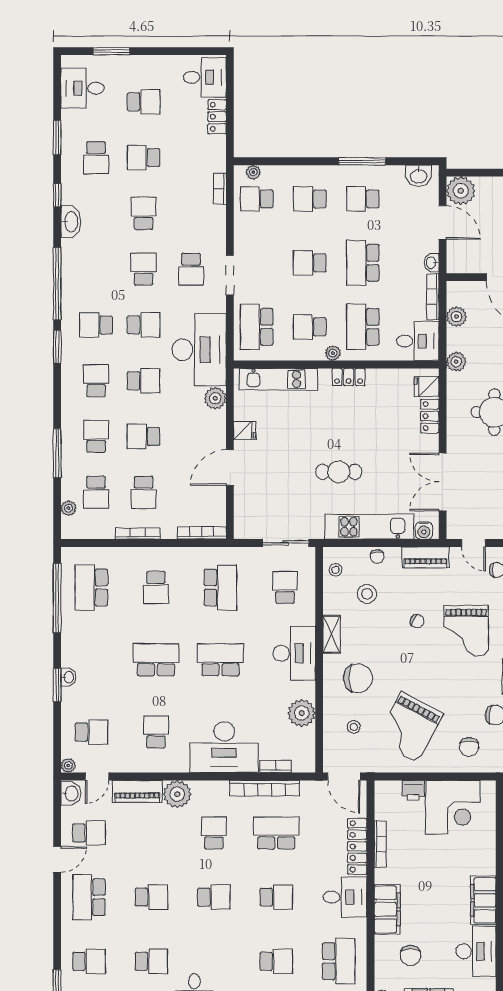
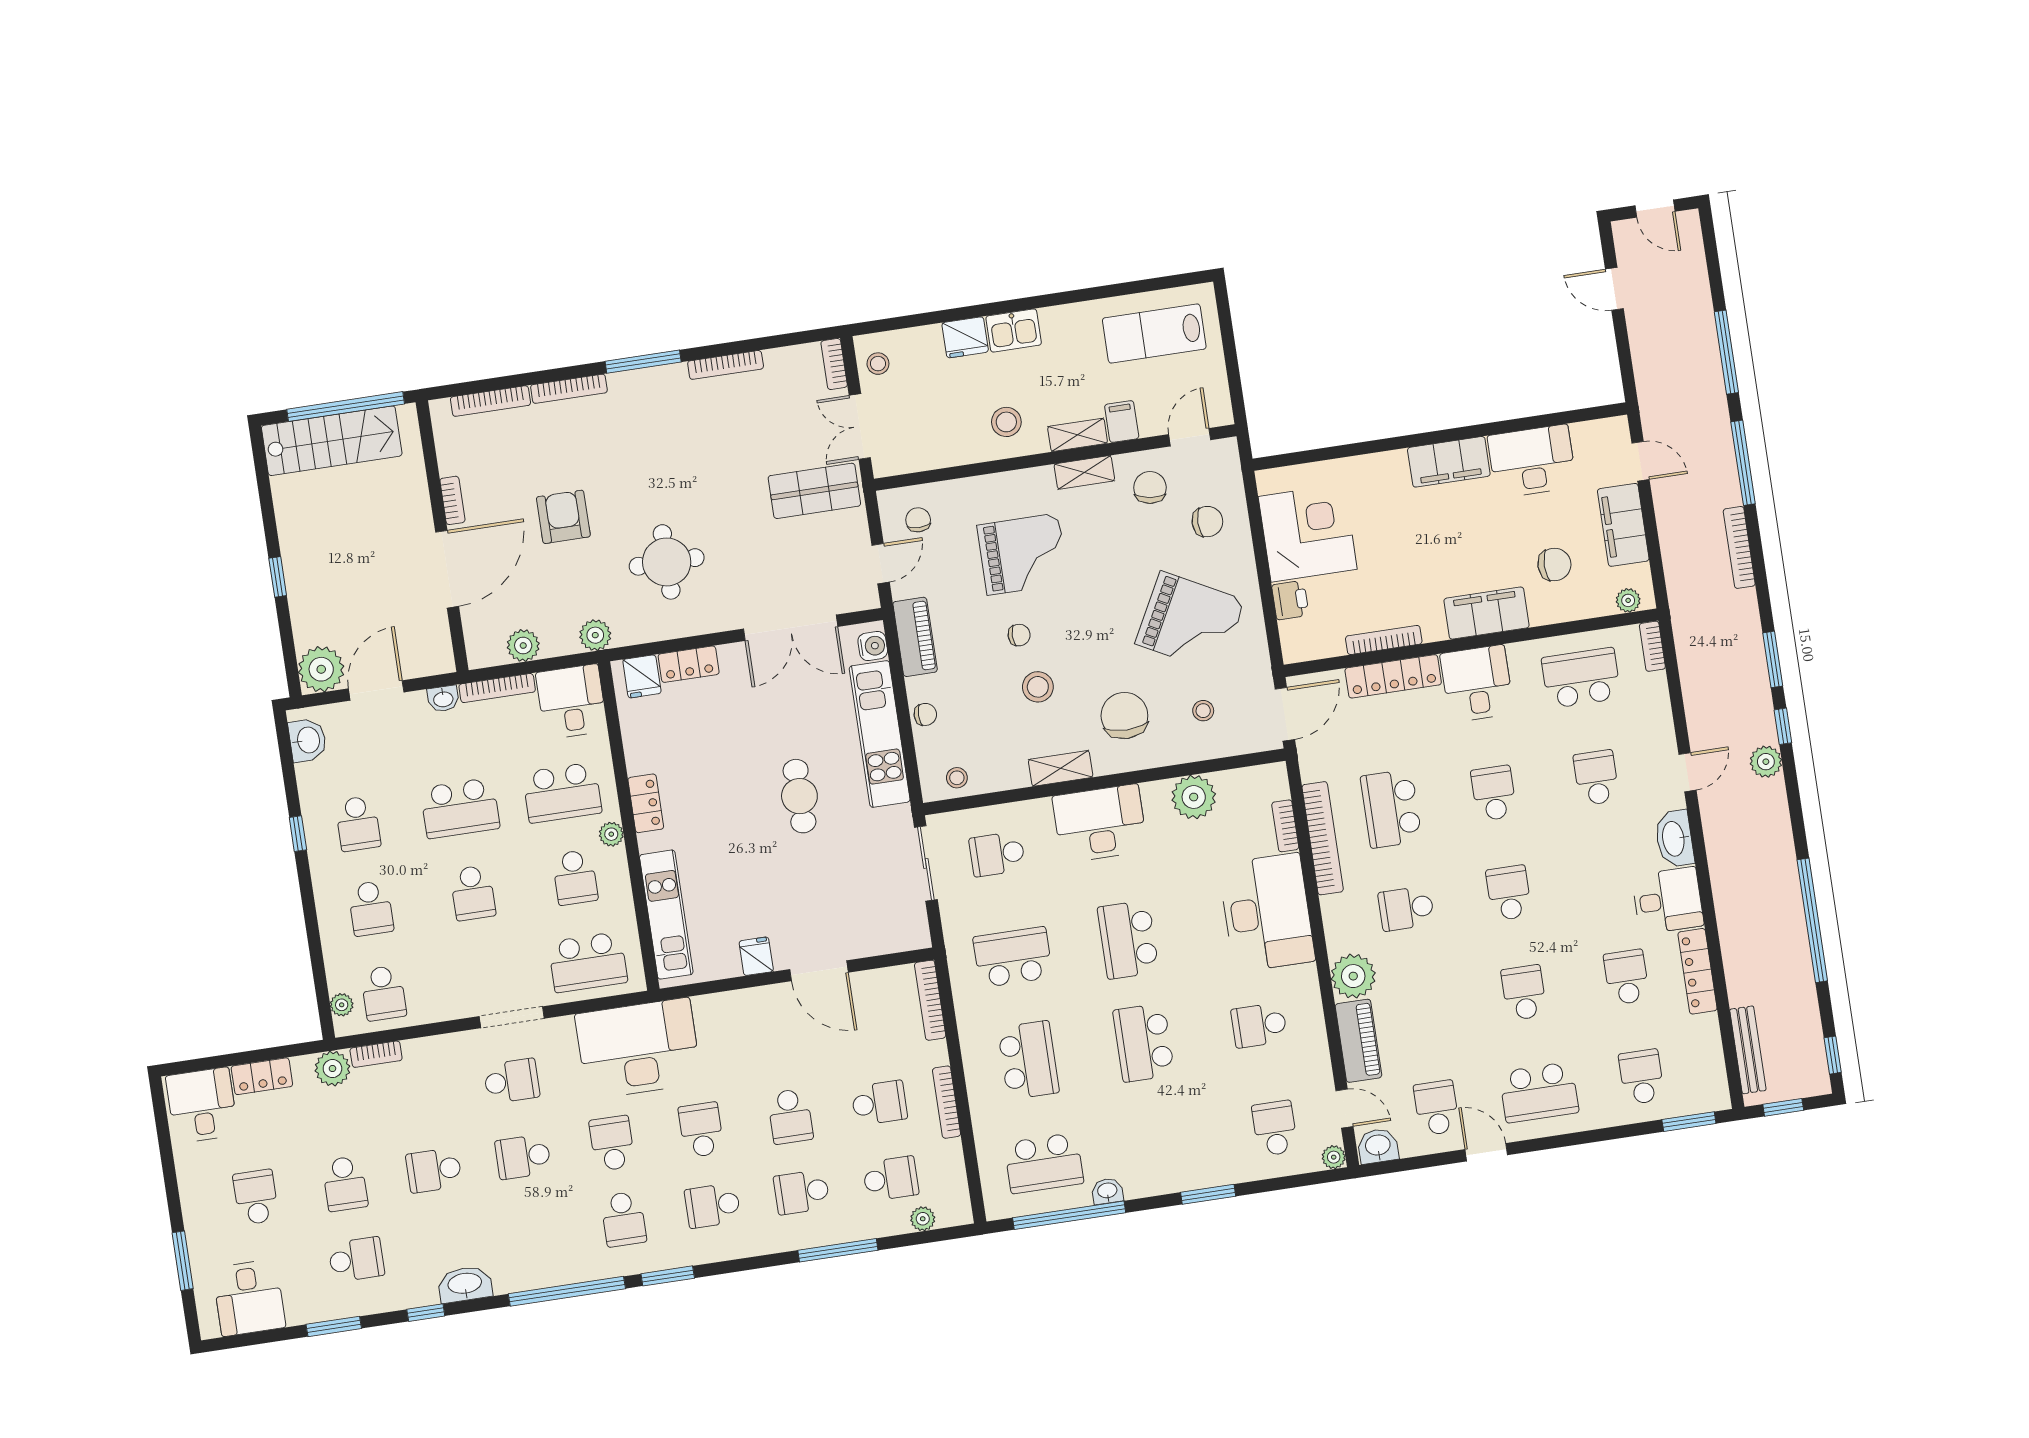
window: (362, 161) -> (298, 834), width x0.46
plant: (215, 398) -> (332, 1069), moved
school desk: (156, 587) -> (1028, 1060), width x1.85
stool: (367, 594) -> (1038, 687), moved
chair: (417, 621) -> (1019, 635), turned 62
washbasin: (68, 677) -> (1107, 1191), moved

